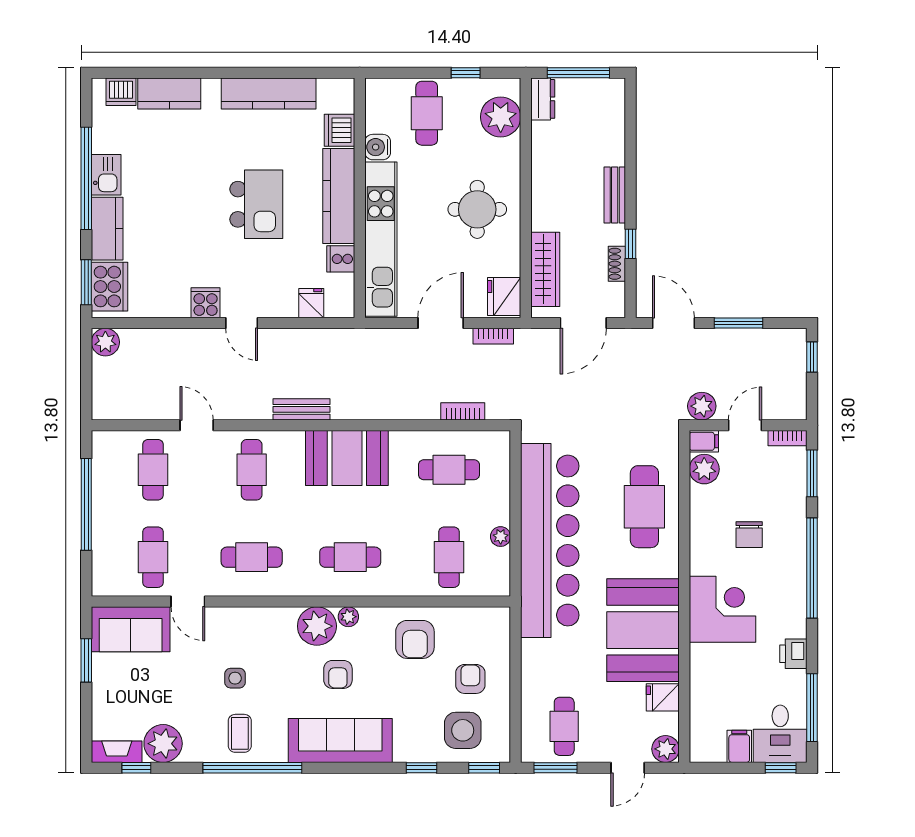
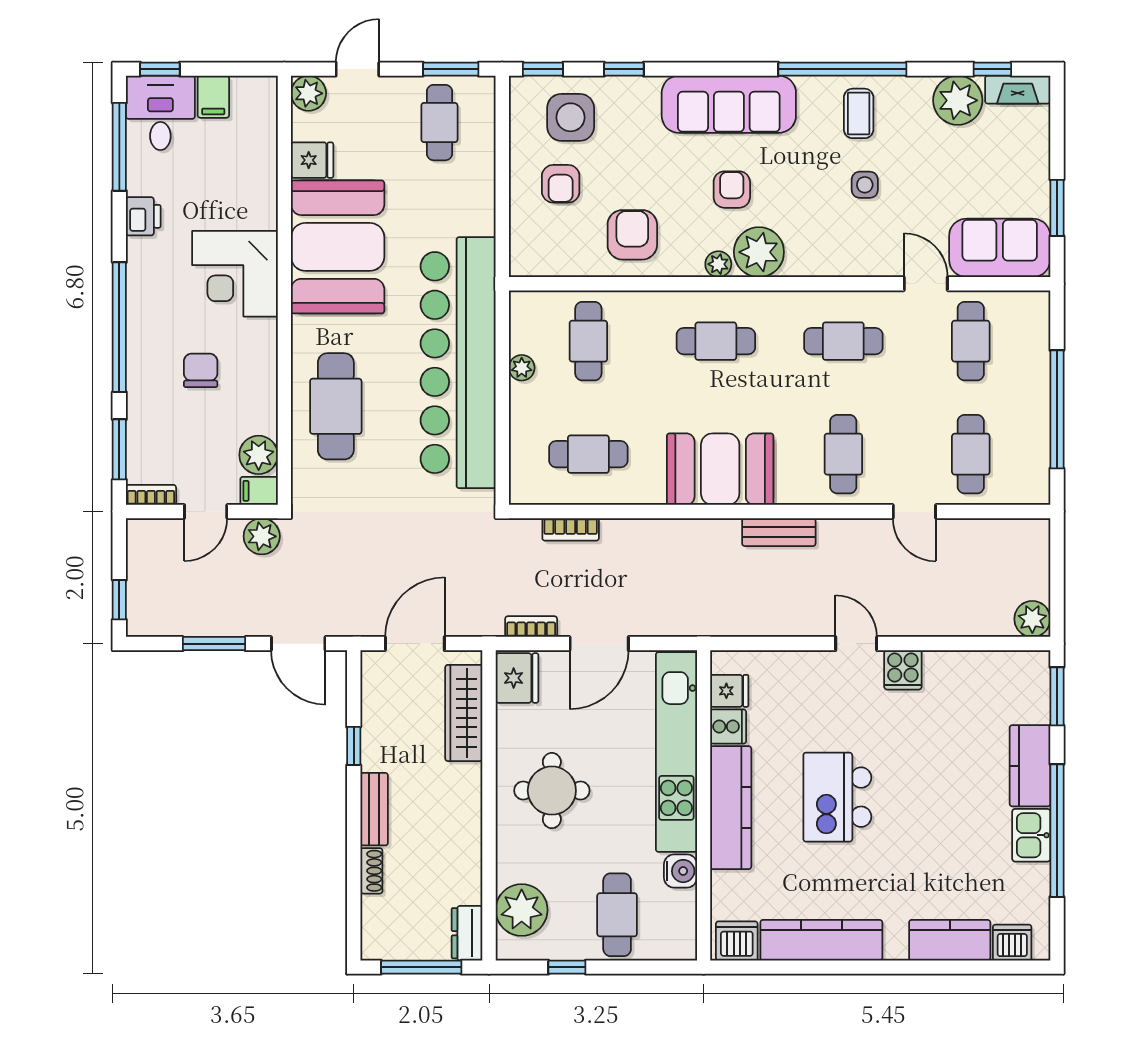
dishwasher: (339, 130) -> (737, 941), moved, turned -90
shoe rack: (617, 264) -> (371, 871), moved
cooker: (110, 287) -> (1027, 691), removed
fridge: (311, 303) -> (729, 691), moved, turned -90

